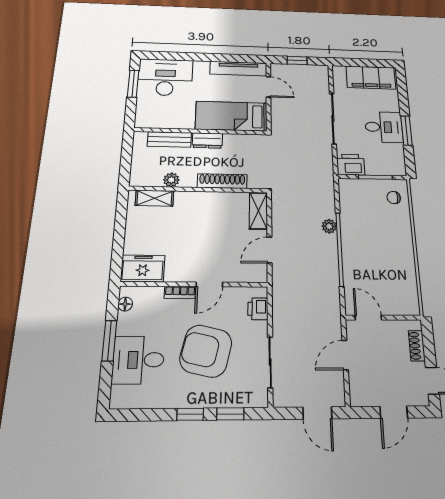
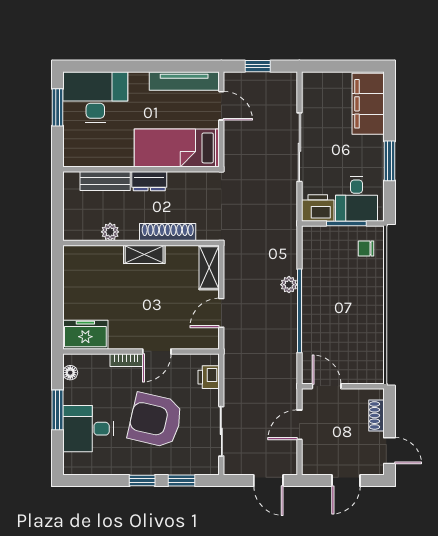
filing cabinet: (371, 77) -> (368, 104), moved, turned 90
desk: (384, 127) -> (357, 199), moved, turned 90
shelving: (155, 198) -> (144, 254), moved

